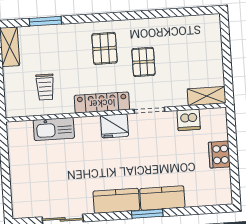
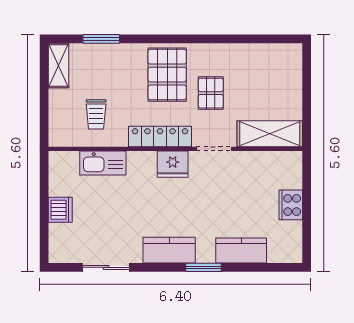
pallet: (104, 48) -> (167, 75), width x1.50, depth x1.42
shelving: (207, 96) -> (270, 134), width x1.50, depth x1.33
dishwasher: (189, 120) -> (60, 210), moved, turned -90
kitchen counter: (162, 198) -> (241, 251), moved

